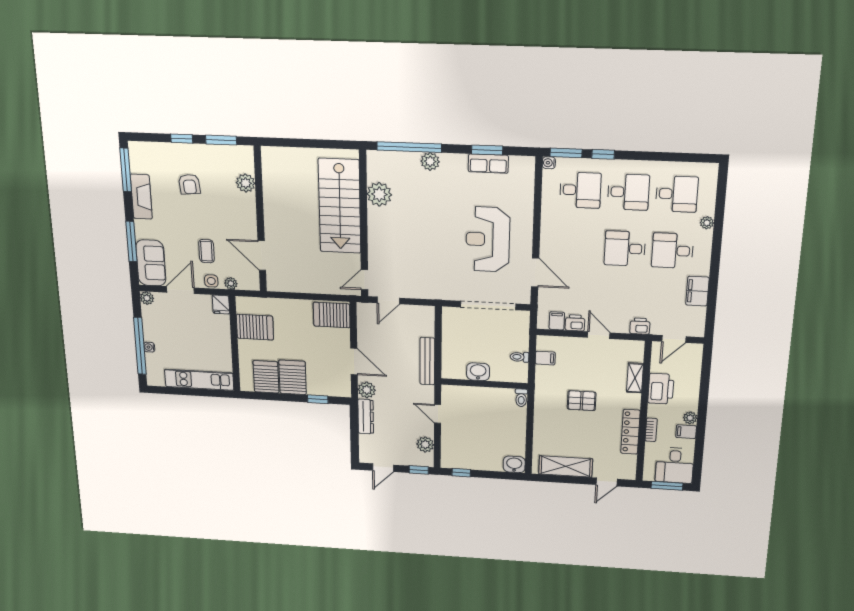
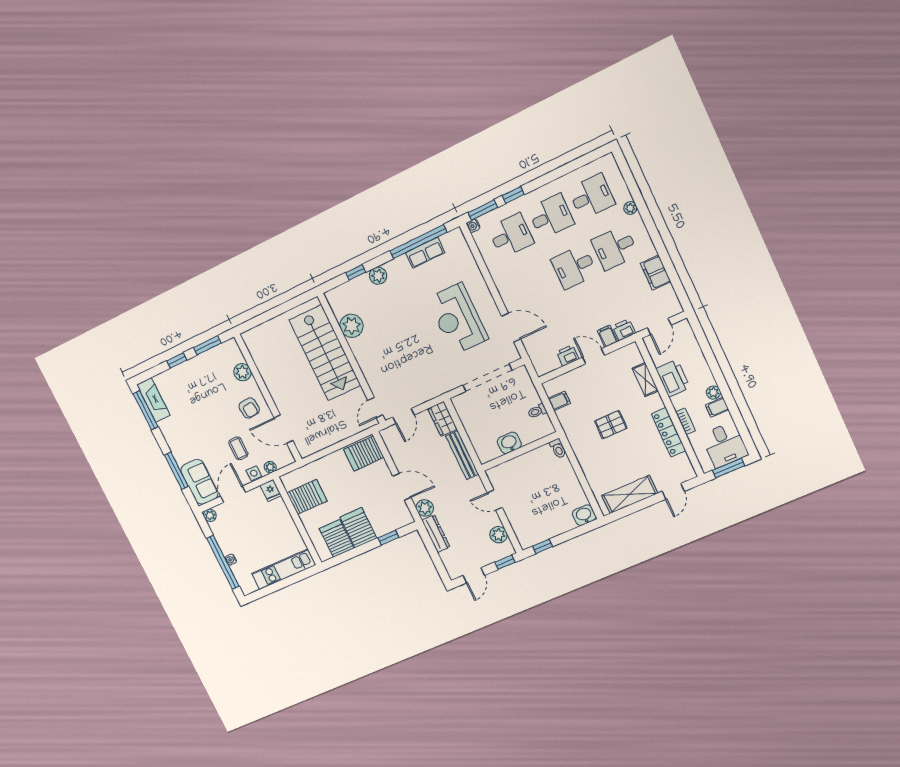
window: (409, 147) -> (356, 272), width x0.32
window: (487, 150) -> (418, 242), width x2.11
armchair: (189, 184) -> (249, 408), moved
fireplace: (141, 197) -> (153, 400), moved
wardrobe: (425, 321) -> (442, 419), added
filing cabinet: (557, 321) -> (607, 336), moved

